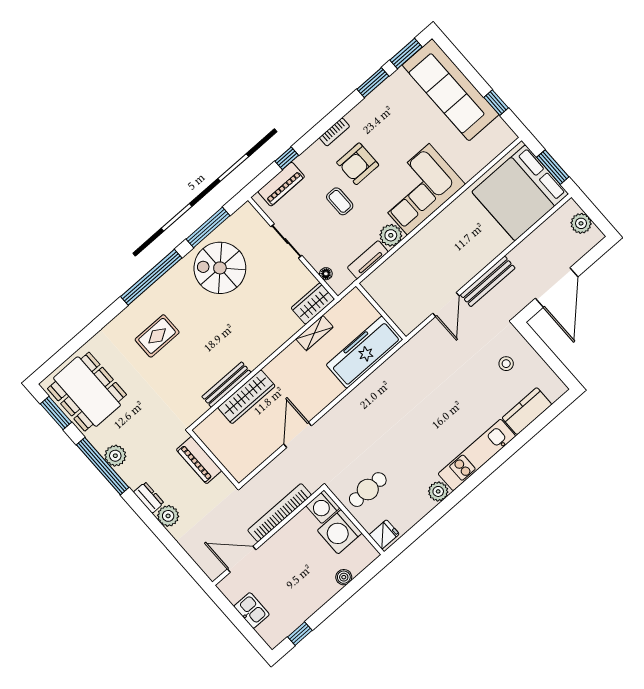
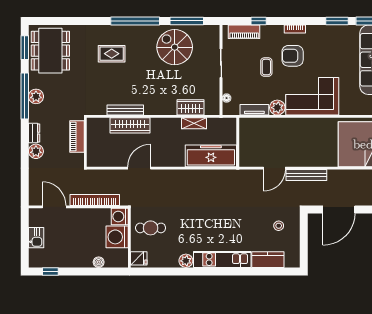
wardrobe: (313, 303) -> (190, 107), moved

